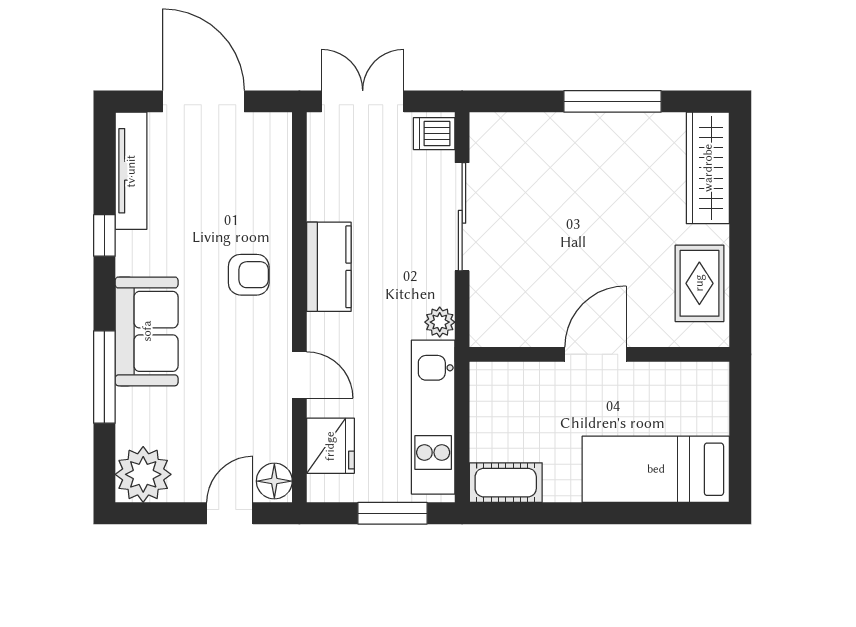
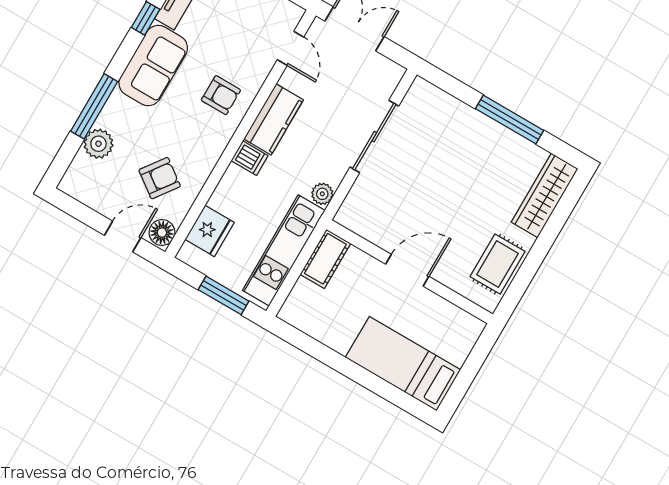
dishwasher: (434, 134) -> (250, 158), moved, turned 180
sofa: (147, 331) -> (153, 66), moved
door: (299, 375) -> (291, 48), moved
armchair: (233, 417) -> (160, 178), added
plant: (143, 474) -> (98, 144), moved, width x0.73, depth x0.73
cot: (506, 483) -> (325, 259), moved, turned 90

